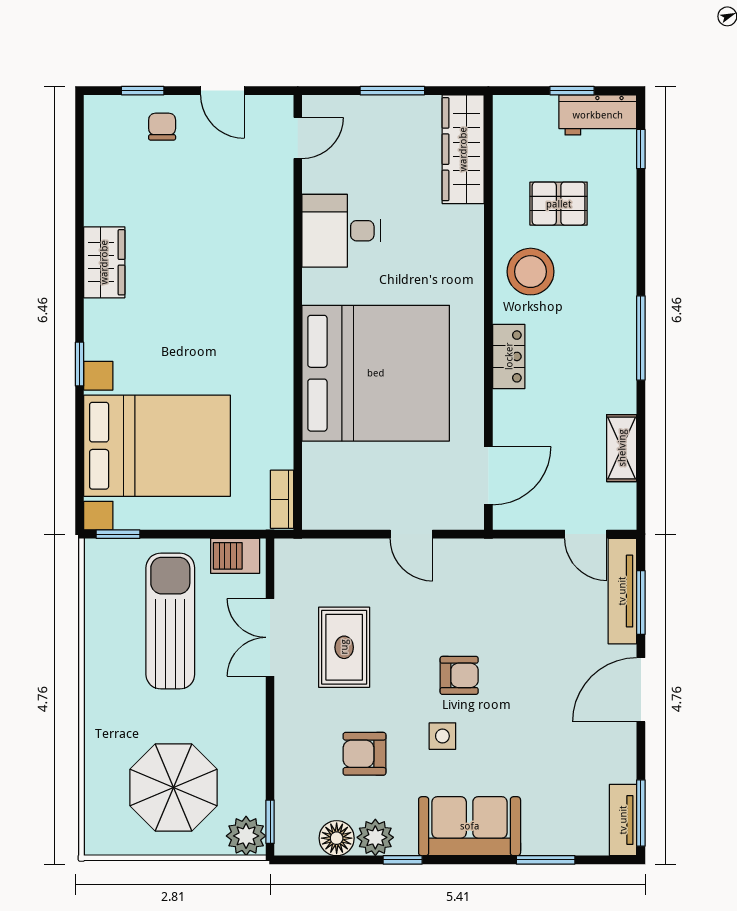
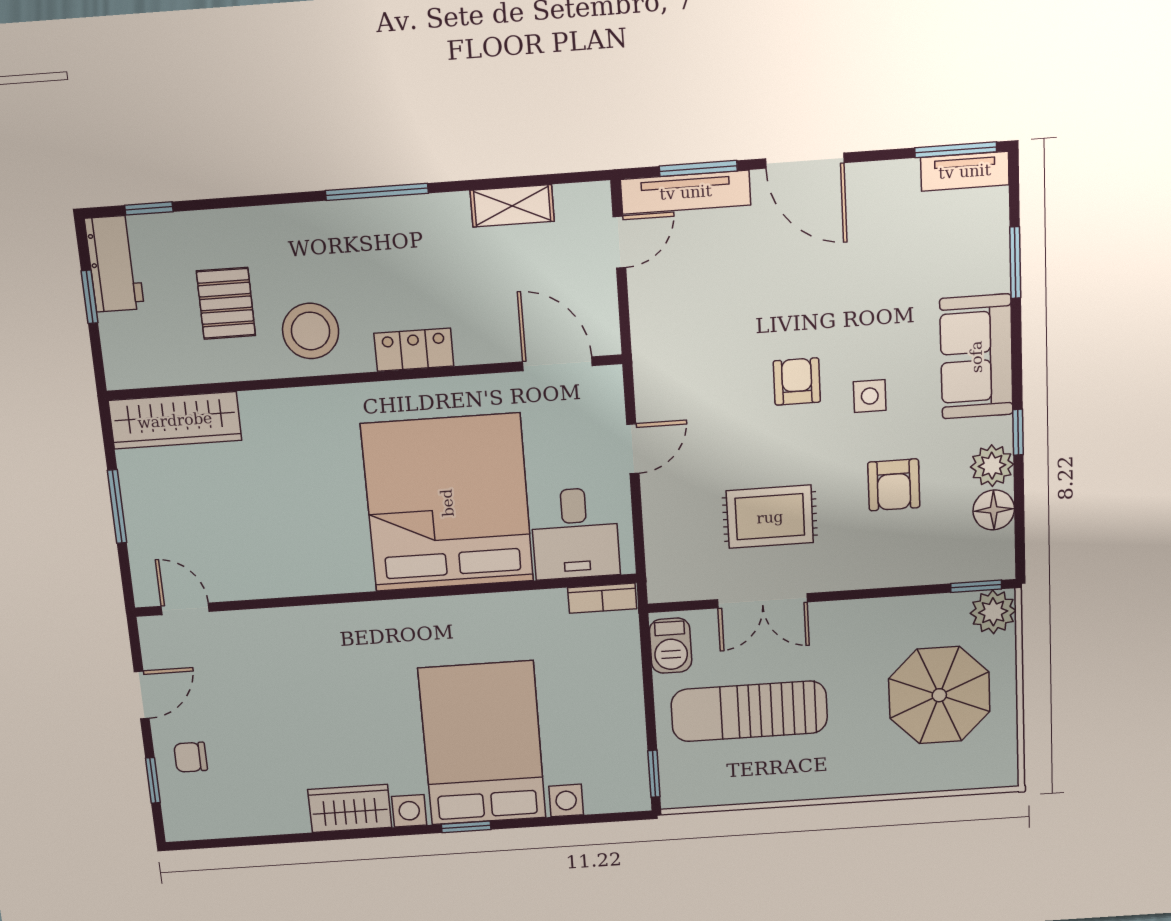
desk: (341, 231) -> (575, 533), moved
bed with nightstands: (157, 446) -> (482, 743), moved

